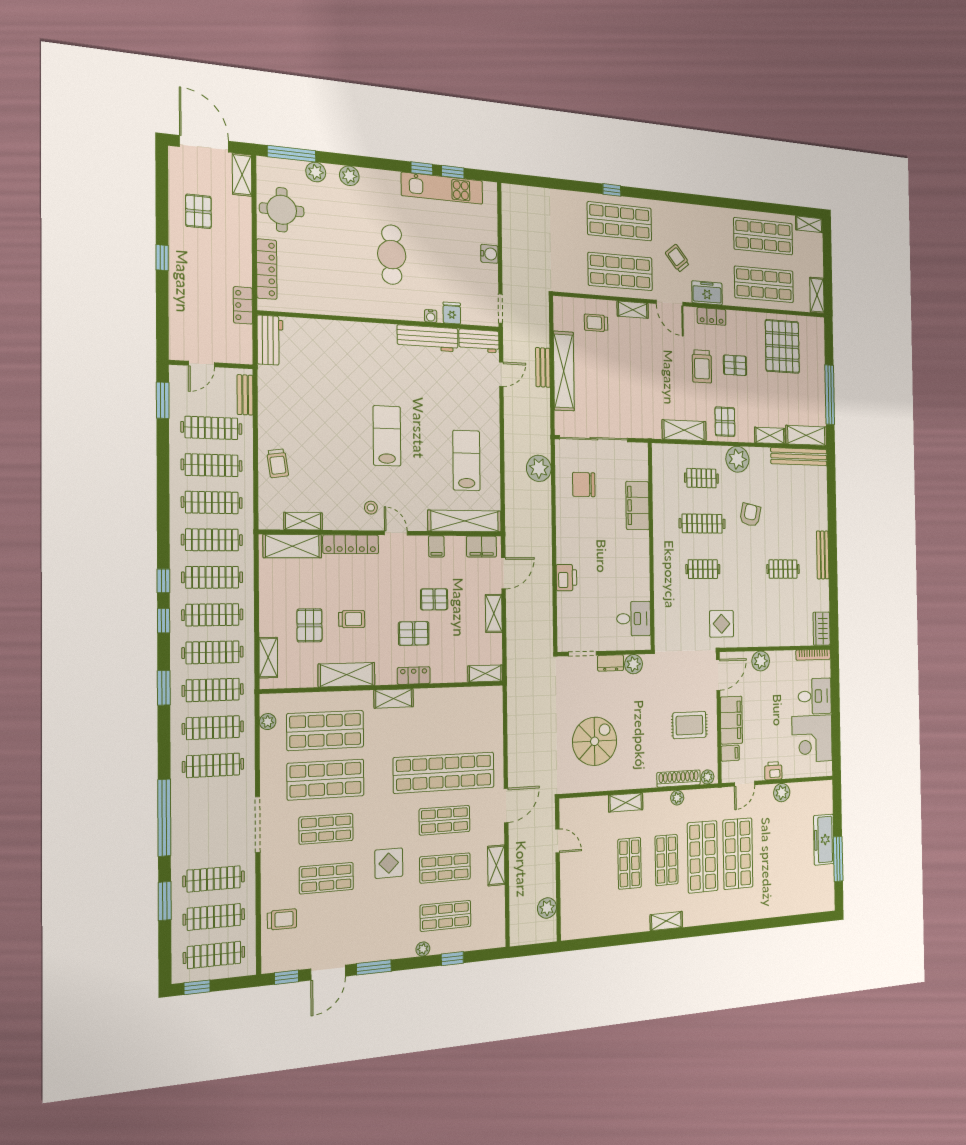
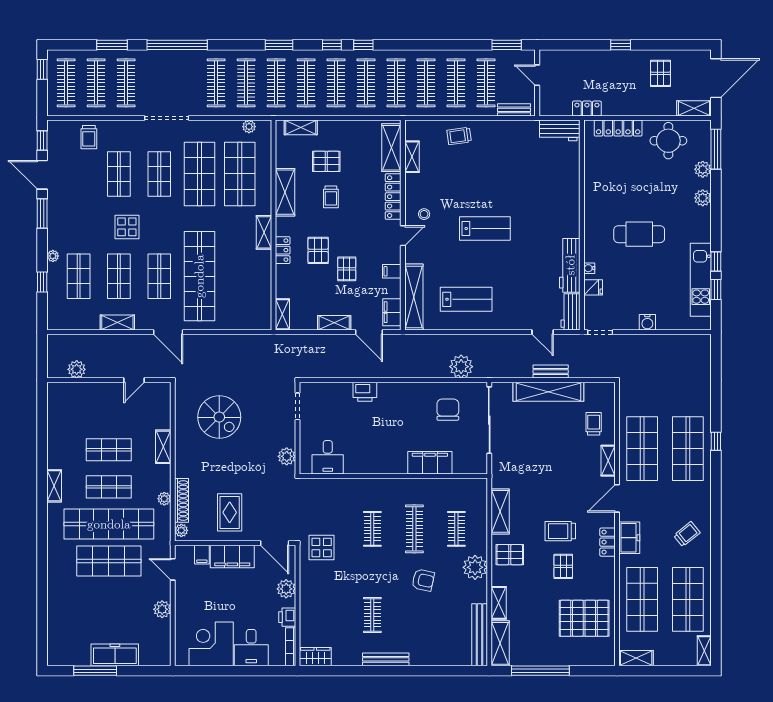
pallet: (198, 211) -> (660, 73), turned 90
trolley: (677, 258) -> (687, 534), moved
dresser: (611, 663) -> (288, 434), removed
printer: (773, 771) -> (287, 617), moved, turned 180
shop shelf: (703, 857) -> (109, 524), width x1.40

